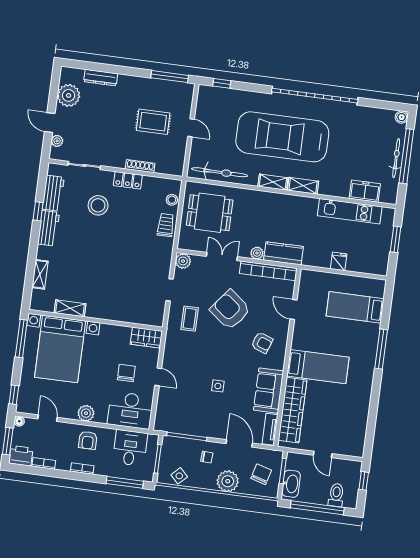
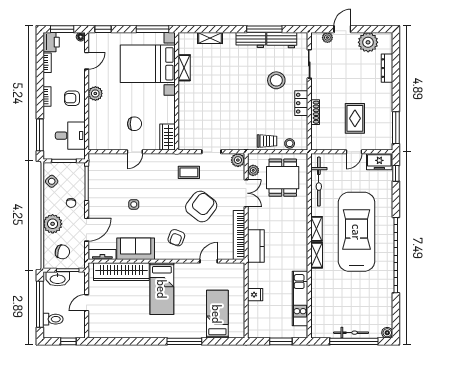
freezer: (365, 191) -> (379, 162), moved, turned 90
window: (38, 211) -> (264, 29), width x2.17
plant: (257, 253) -> (253, 170), moved
desk: (130, 410) -> (103, 132), removed

